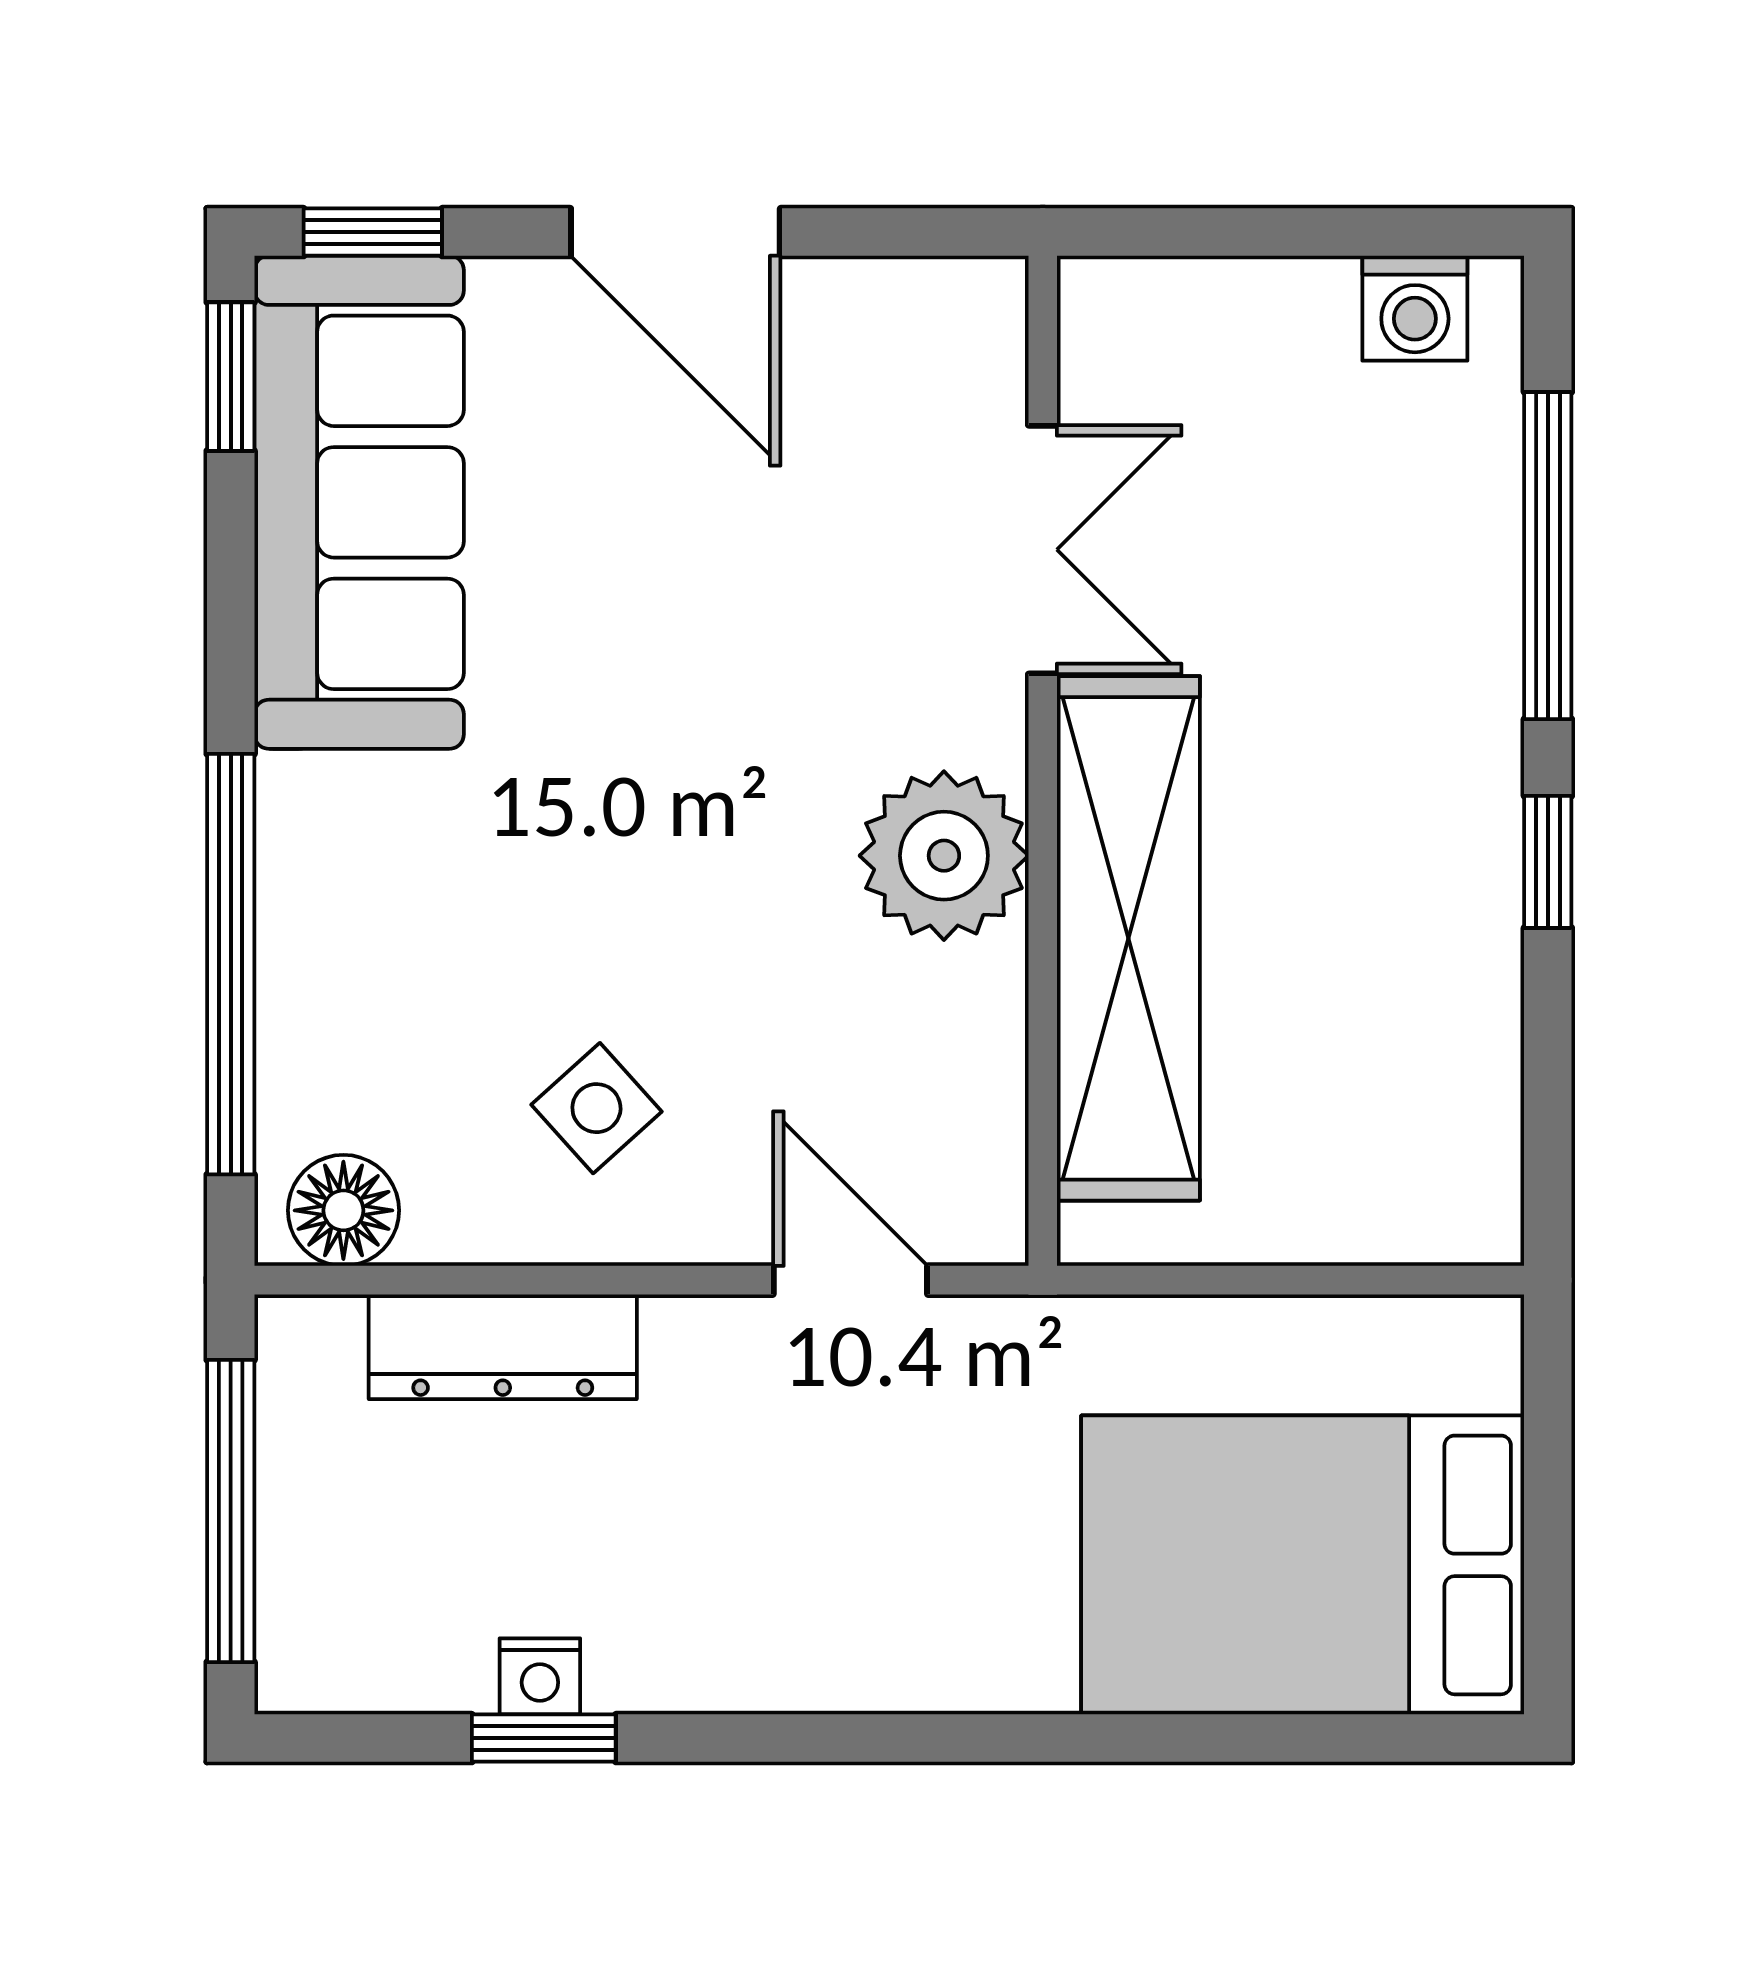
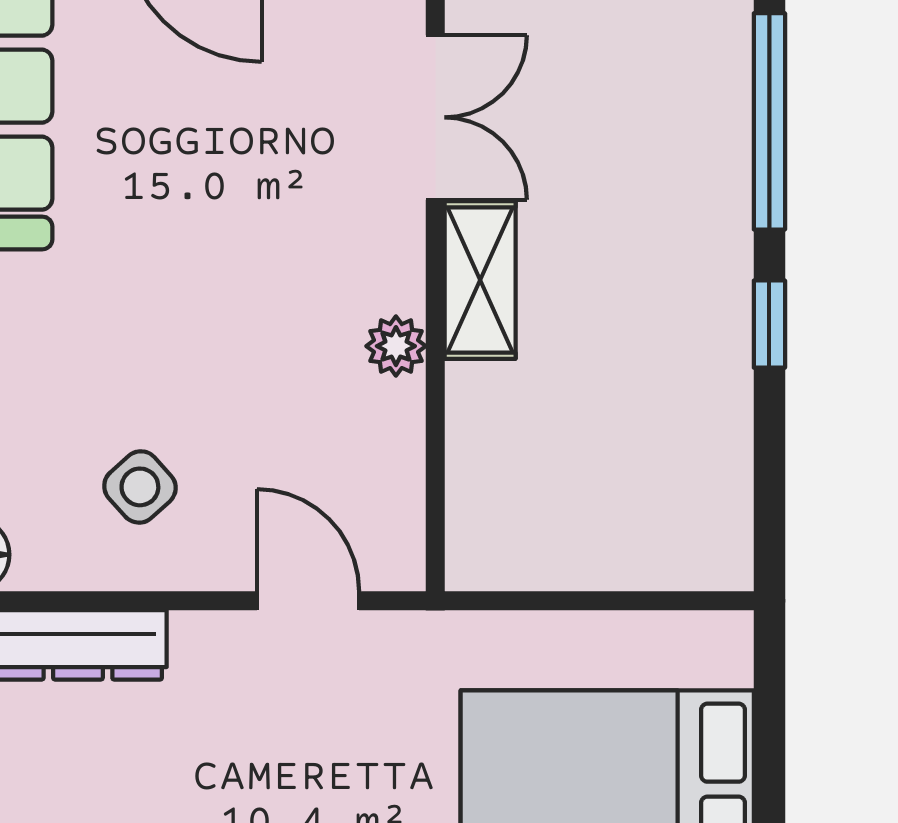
plant: (944, 856) -> (396, 346), width x0.53, depth x0.53
shelving: (1128, 938) -> (480, 280), width x0.45, depth x0.75

